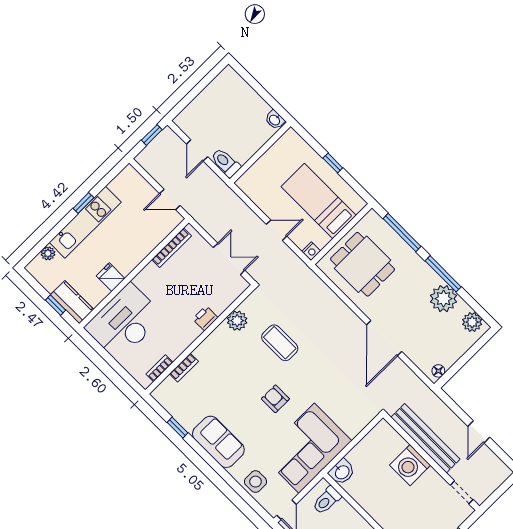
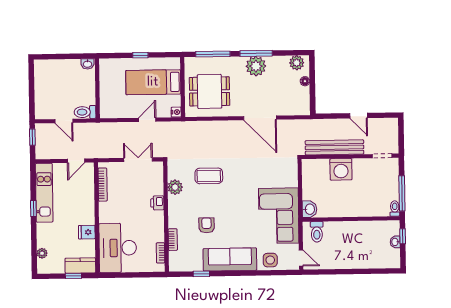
kitchen unit: (85, 222) -> (44, 193), moved
plant: (444, 299) -> (256, 66), moved
floor lamp: (438, 371) -> (305, 81), moved
armchair: (275, 399) -> (207, 225), moved, turned 90
sofa: (218, 442) -> (230, 259), width x1.36

